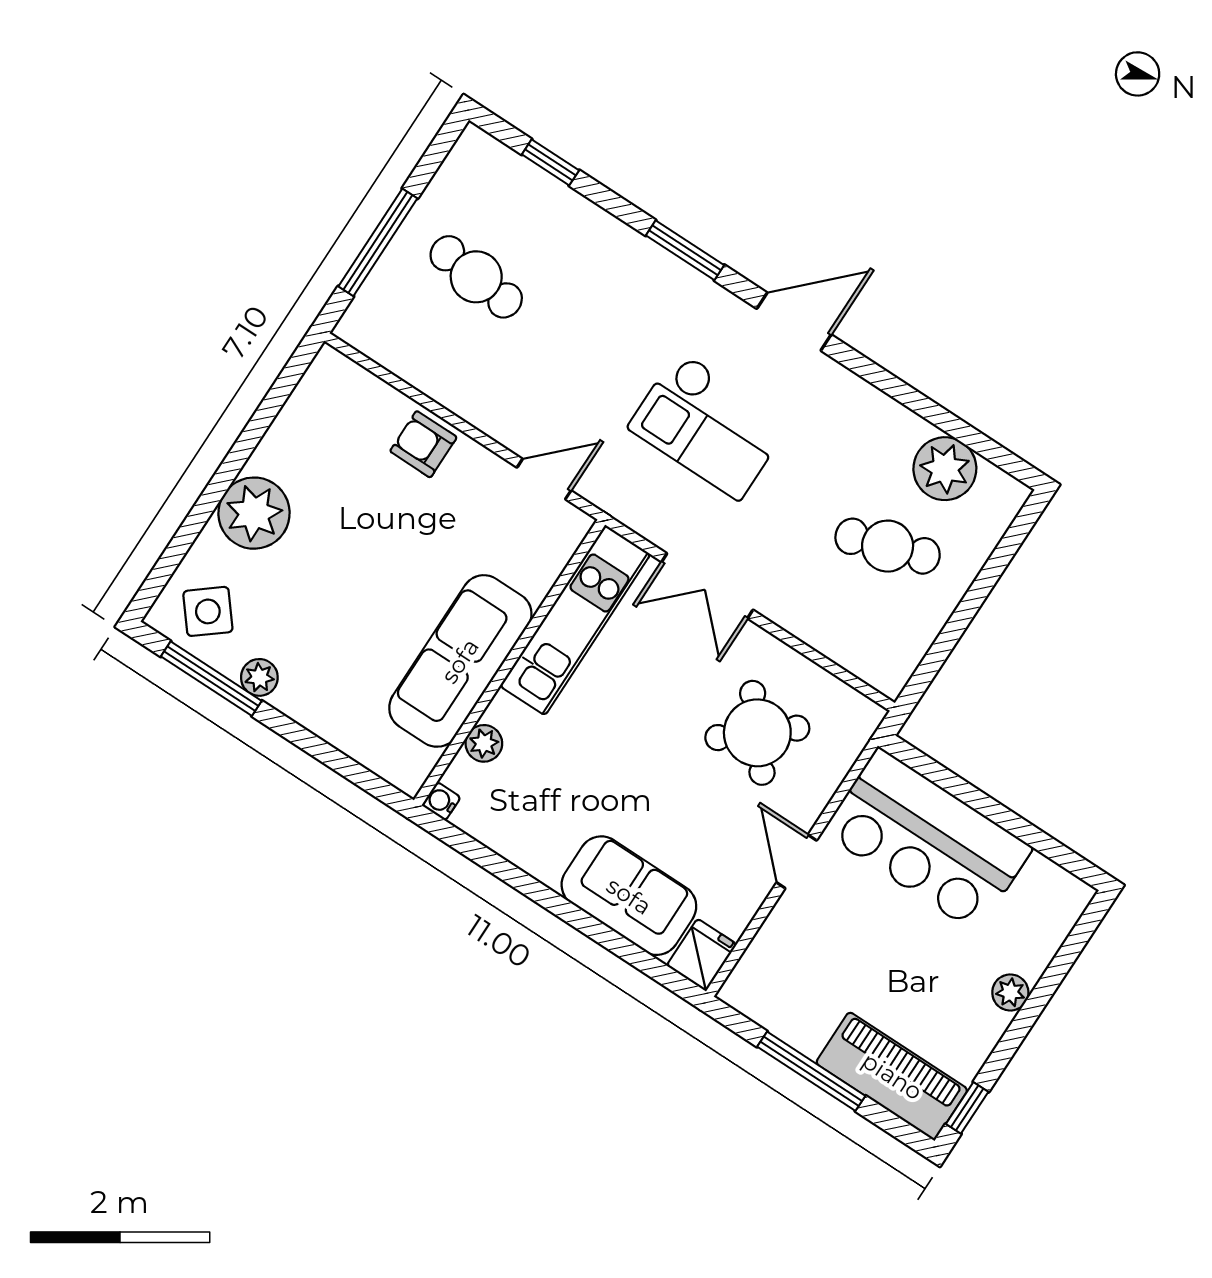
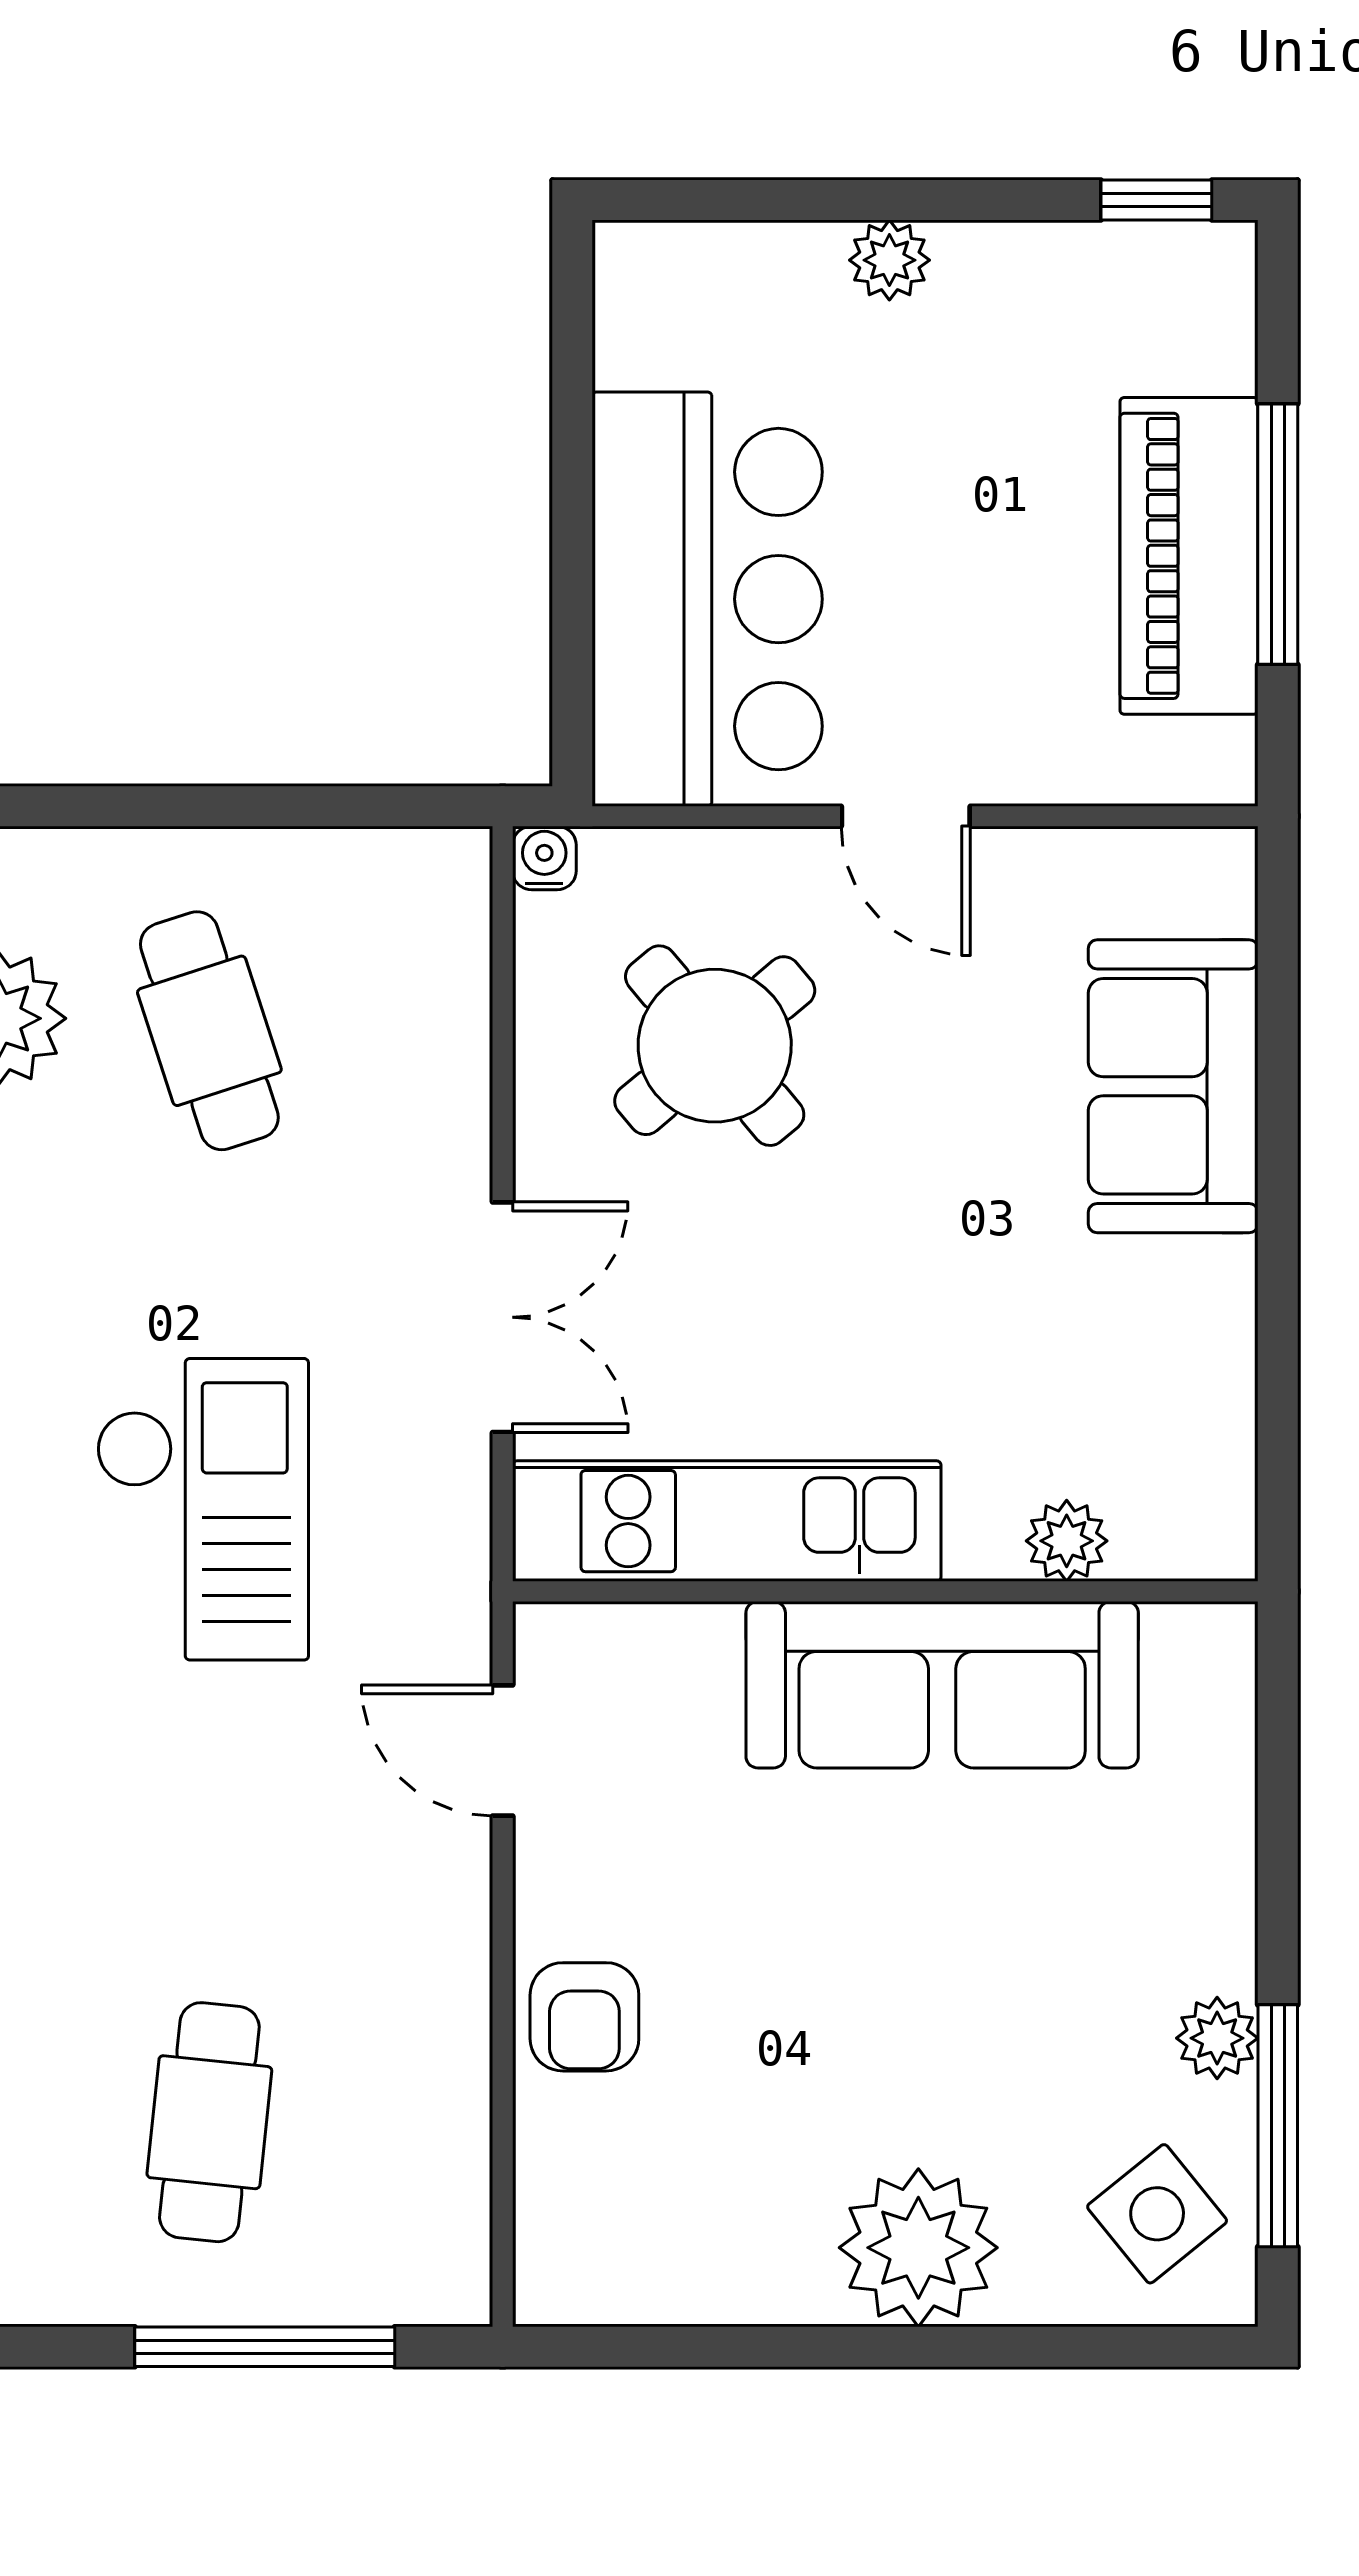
water cooler: (441, 801) -> (544, 858), moved, turned 180
door: (797, 861) -> (906, 816), hinge flipped
fridge: (702, 955) -> (1195, 879), removed
piano: (892, 1076) -> (1189, 556), moved

